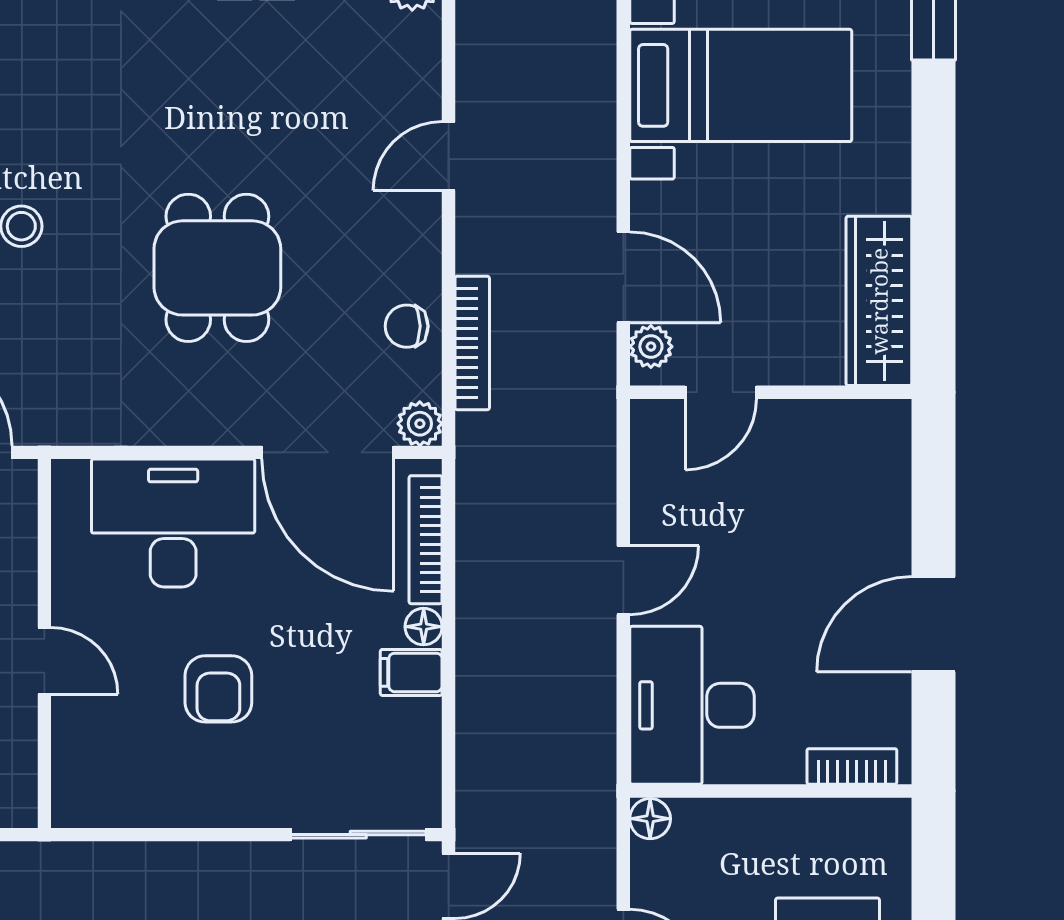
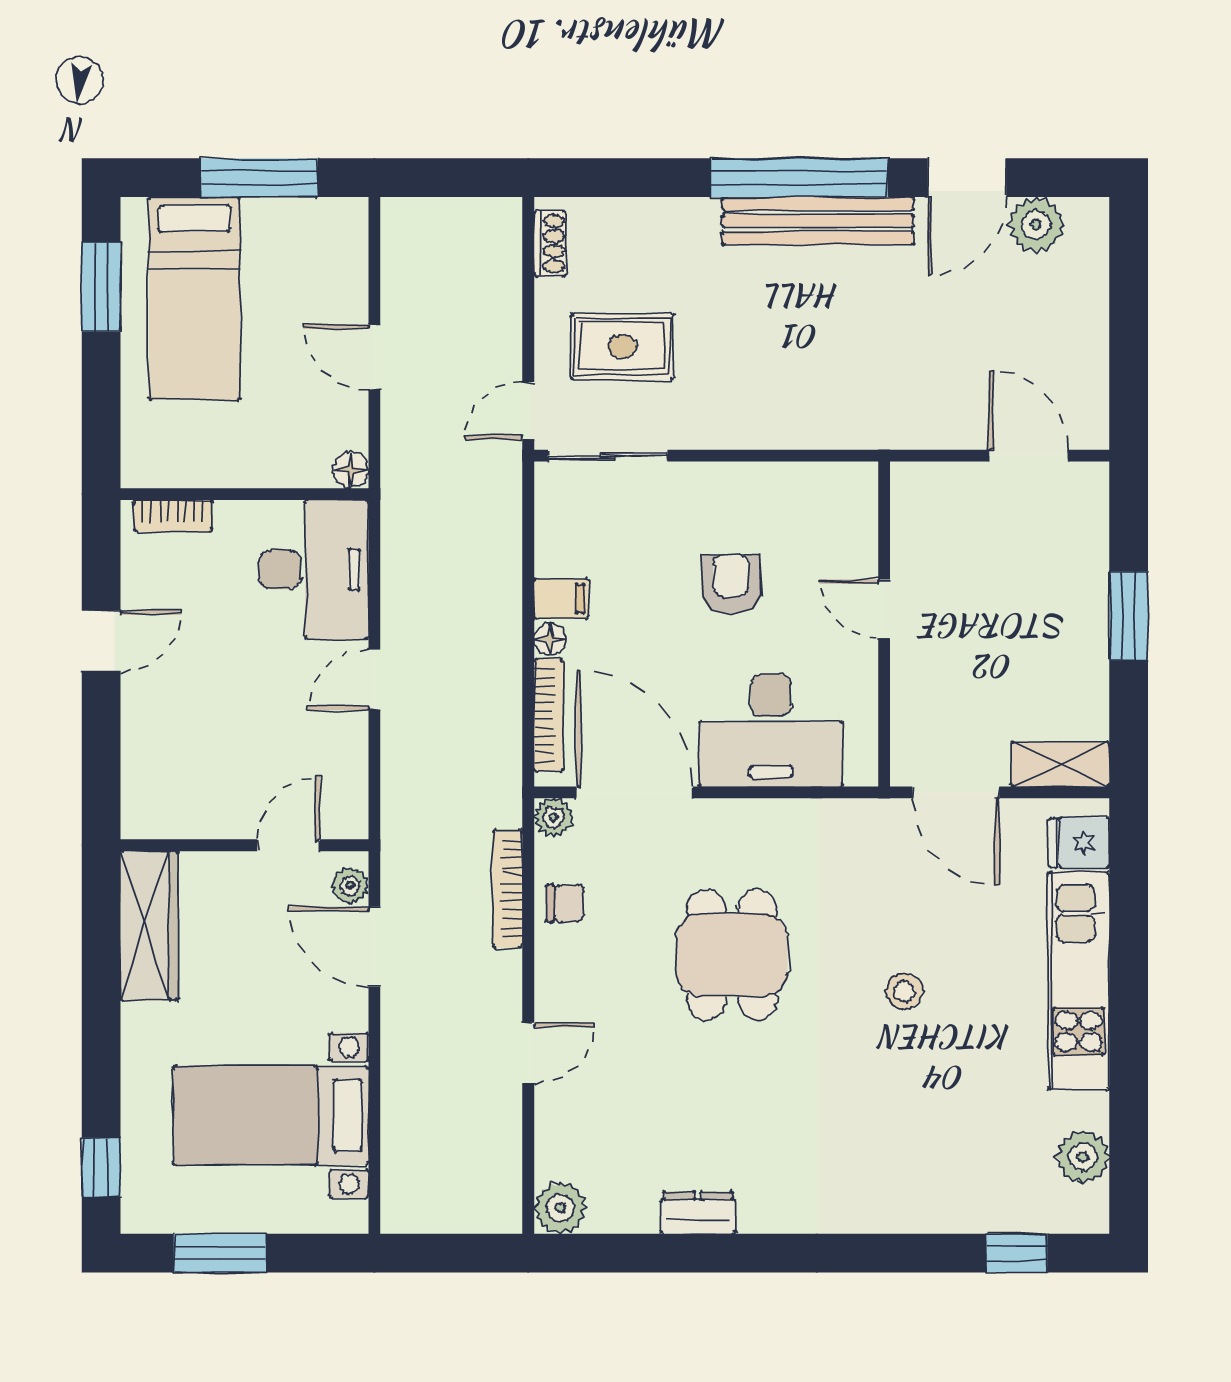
door: (934, 624) -> (101, 641), width x0.73

